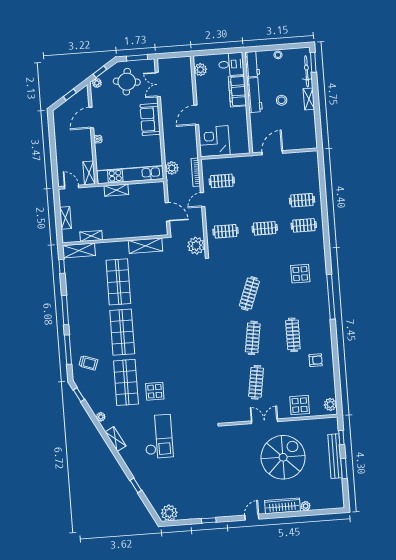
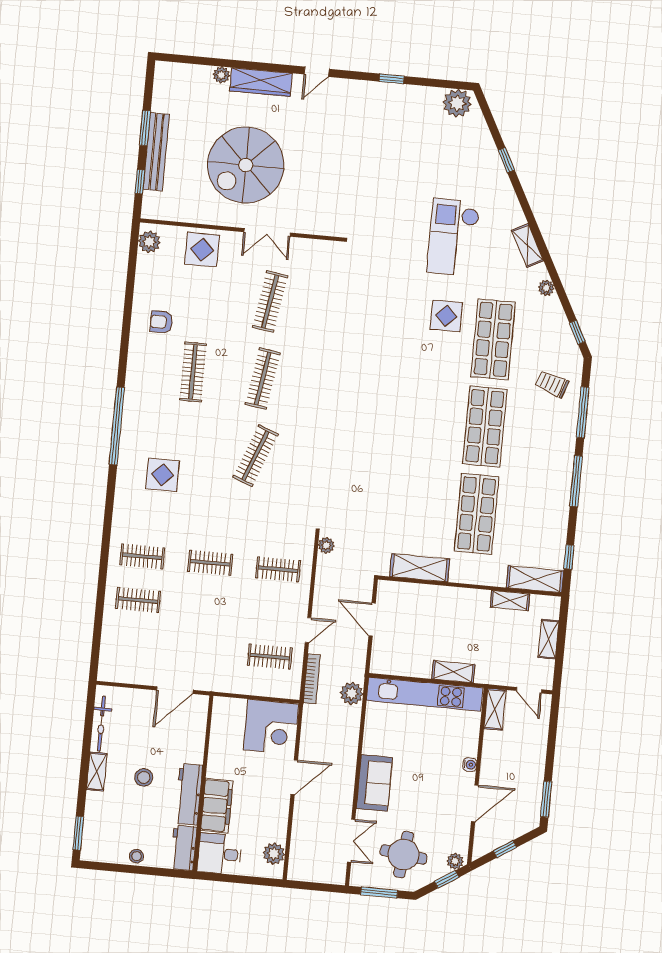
bicycle: (307, 71) -> (101, 724), moved
window: (51, 127) -> (546, 799), added
plant: (196, 246) -> (326, 545), width x0.53, depth x0.53

